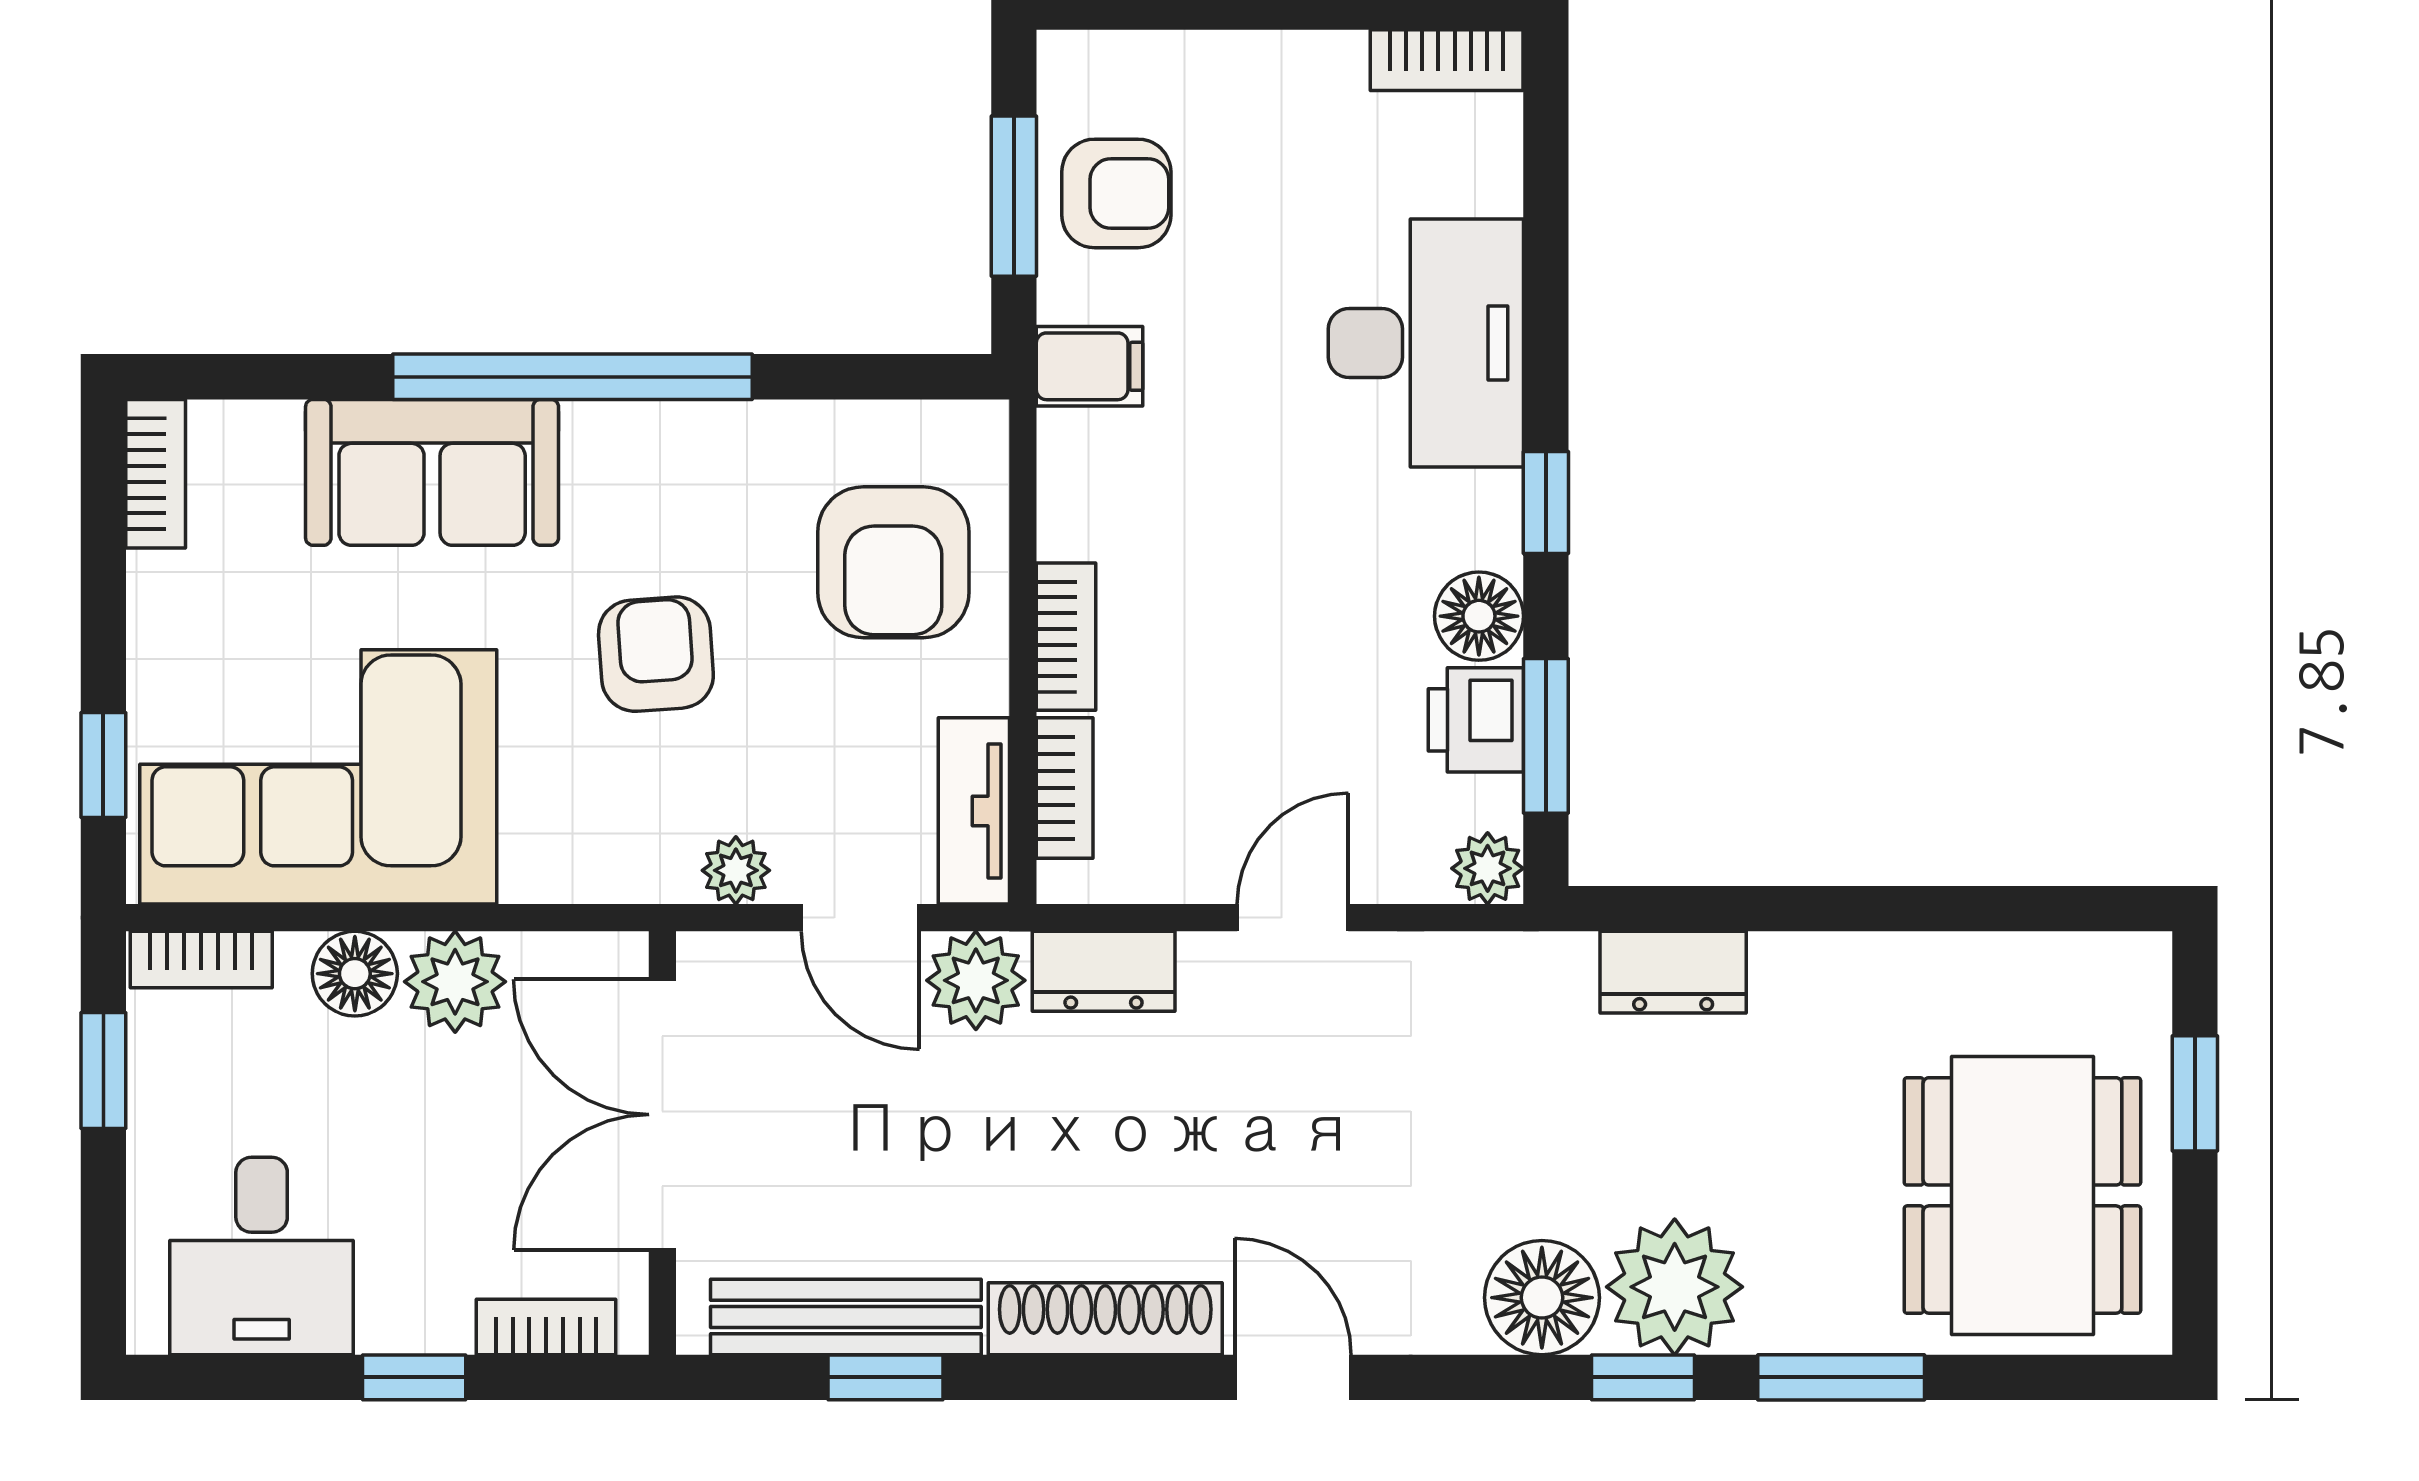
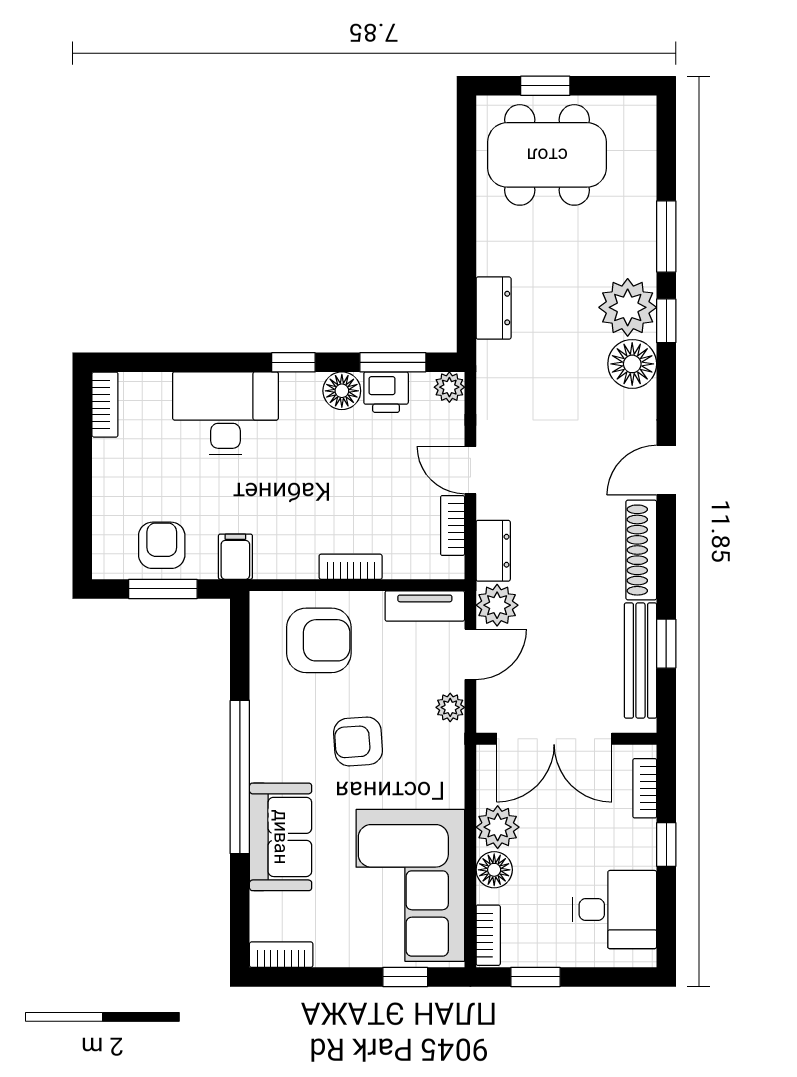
bookcase: (1065, 788) -> (453, 526), moved, turned -90
dining table: (2022, 1195) -> (547, 155), moved

